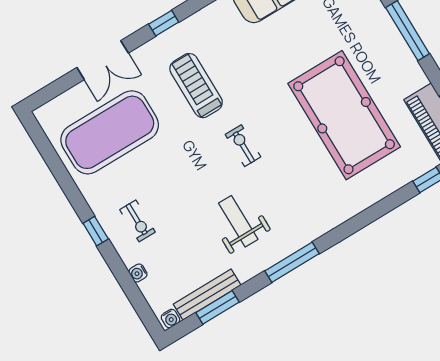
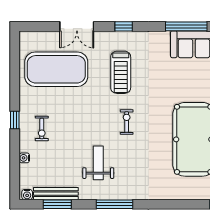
treadmill: (196, 86) -> (121, 72), turned 180

